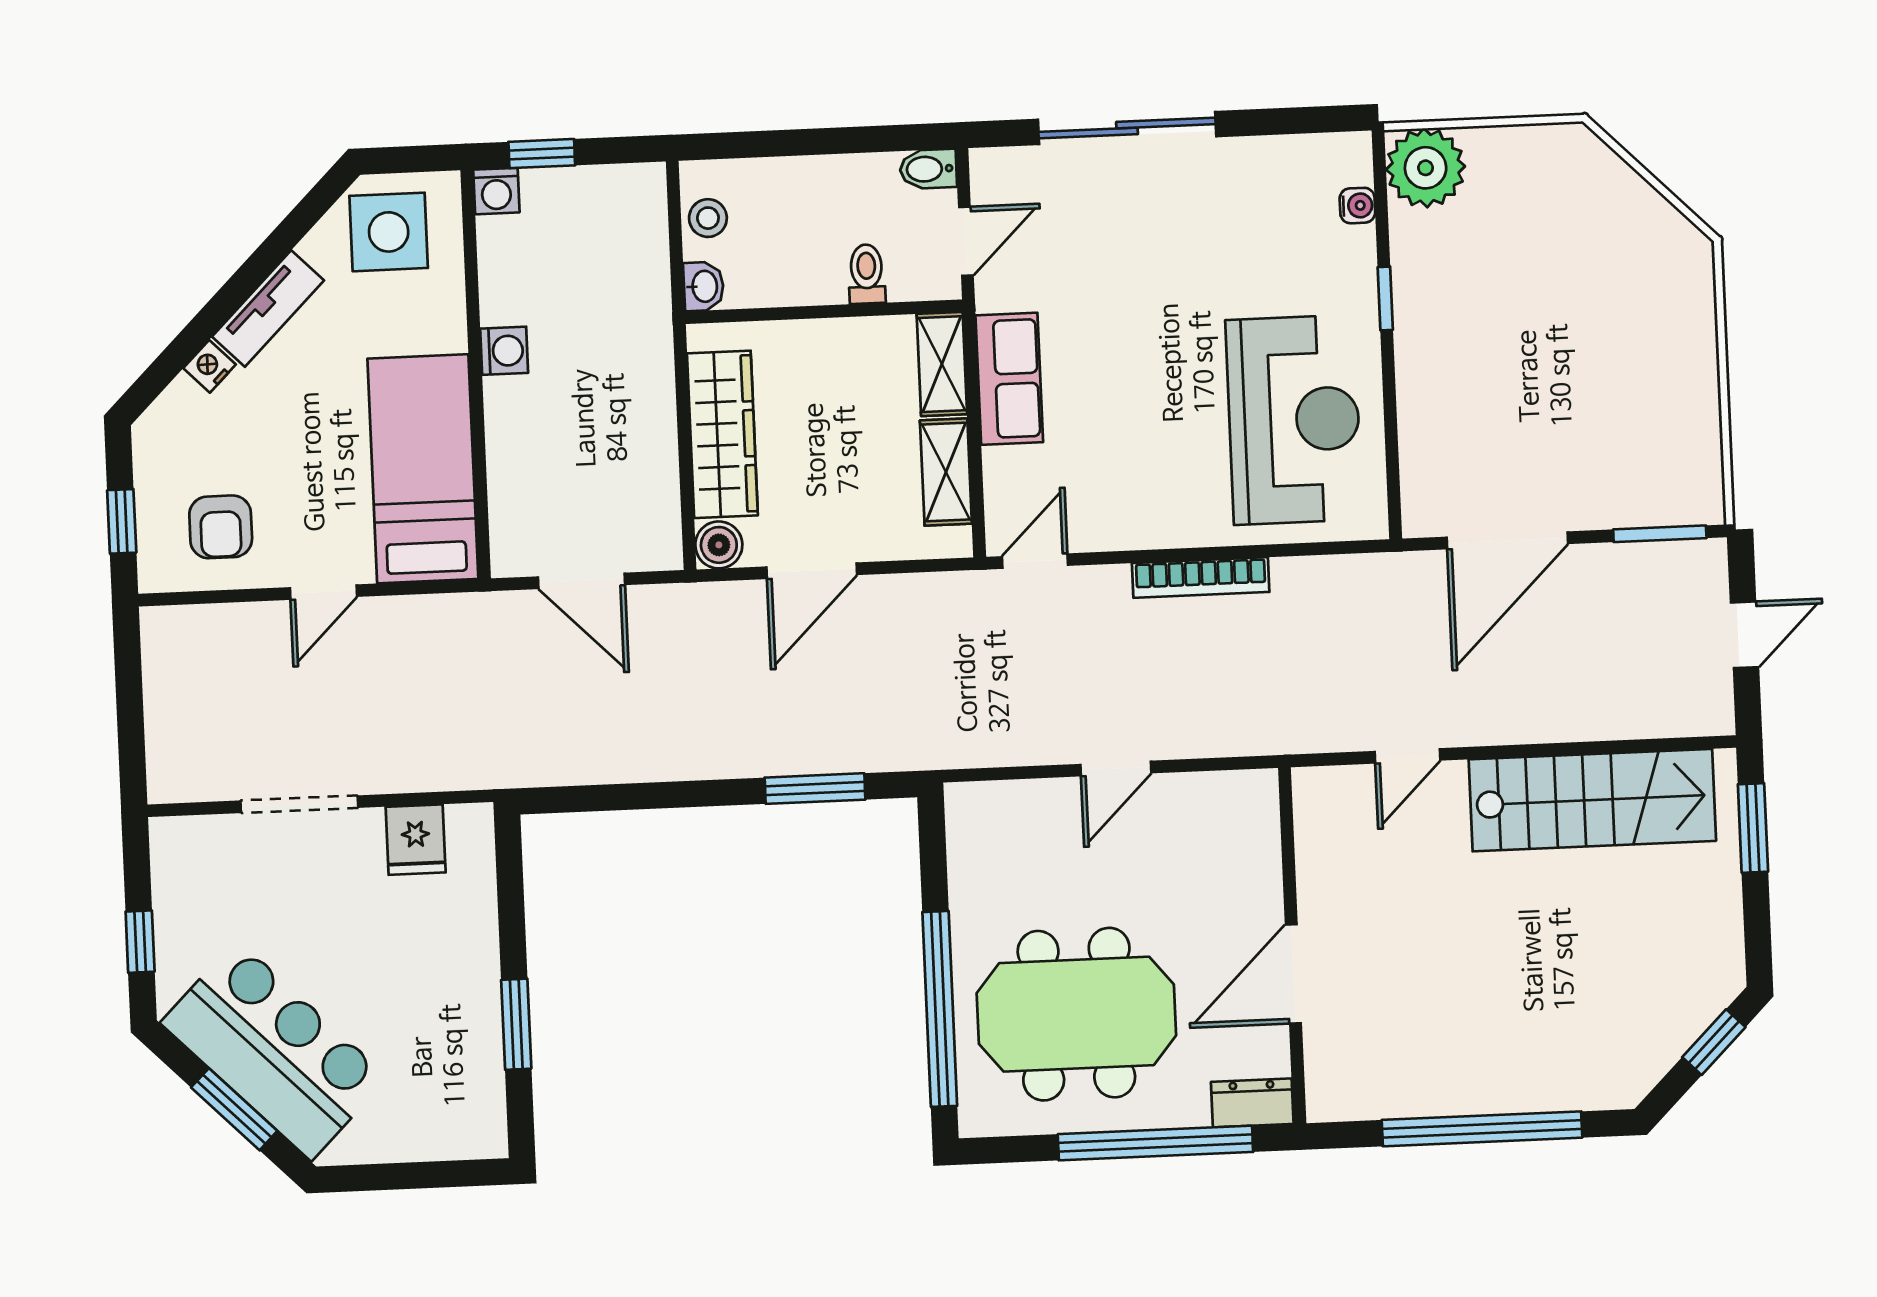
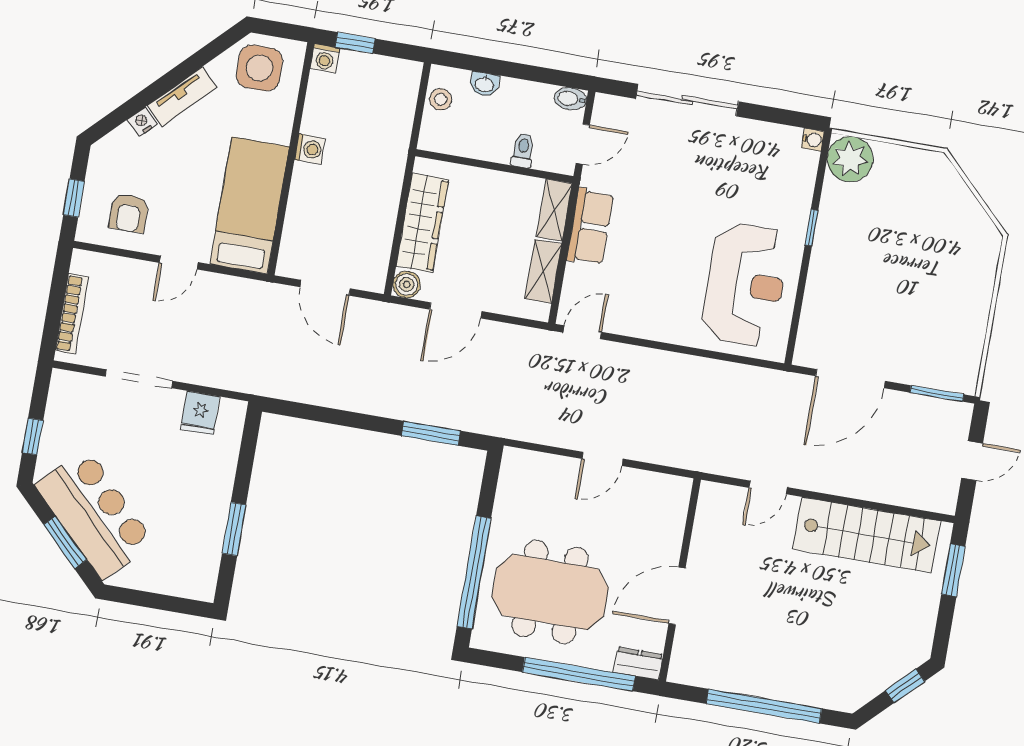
water cooler: (1357, 206) -> (813, 140), moved
washbasin: (704, 286) -> (484, 84), moved, turned 90
bookcase: (1201, 578) -> (72, 314), moved, turned -90

